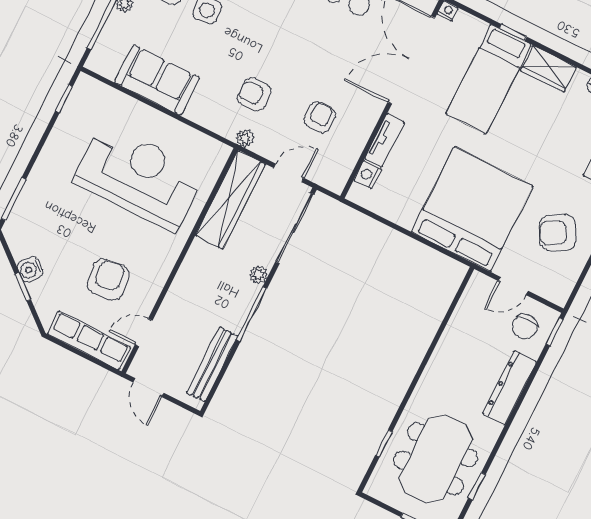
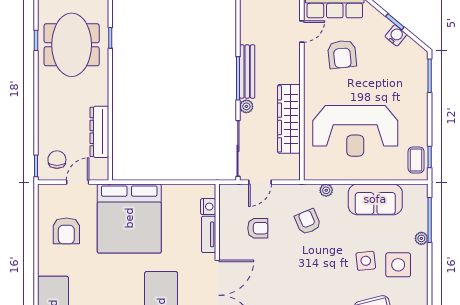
armchair: (254, 94) -> (308, 222), turned -113
coffee table: (82, 103) -> (416, 160), added
armchair: (320, 117) -> (258, 228), turned -90
plant: (245, 138) -> (326, 190), moved
wardrobe: (230, 200) -> (289, 119), moved
armchair: (558, 233) -> (66, 231), turned 118
bench: (212, 364) -> (247, 72), moved
dresser: (510, 388) -> (99, 132), moved, turned 180

